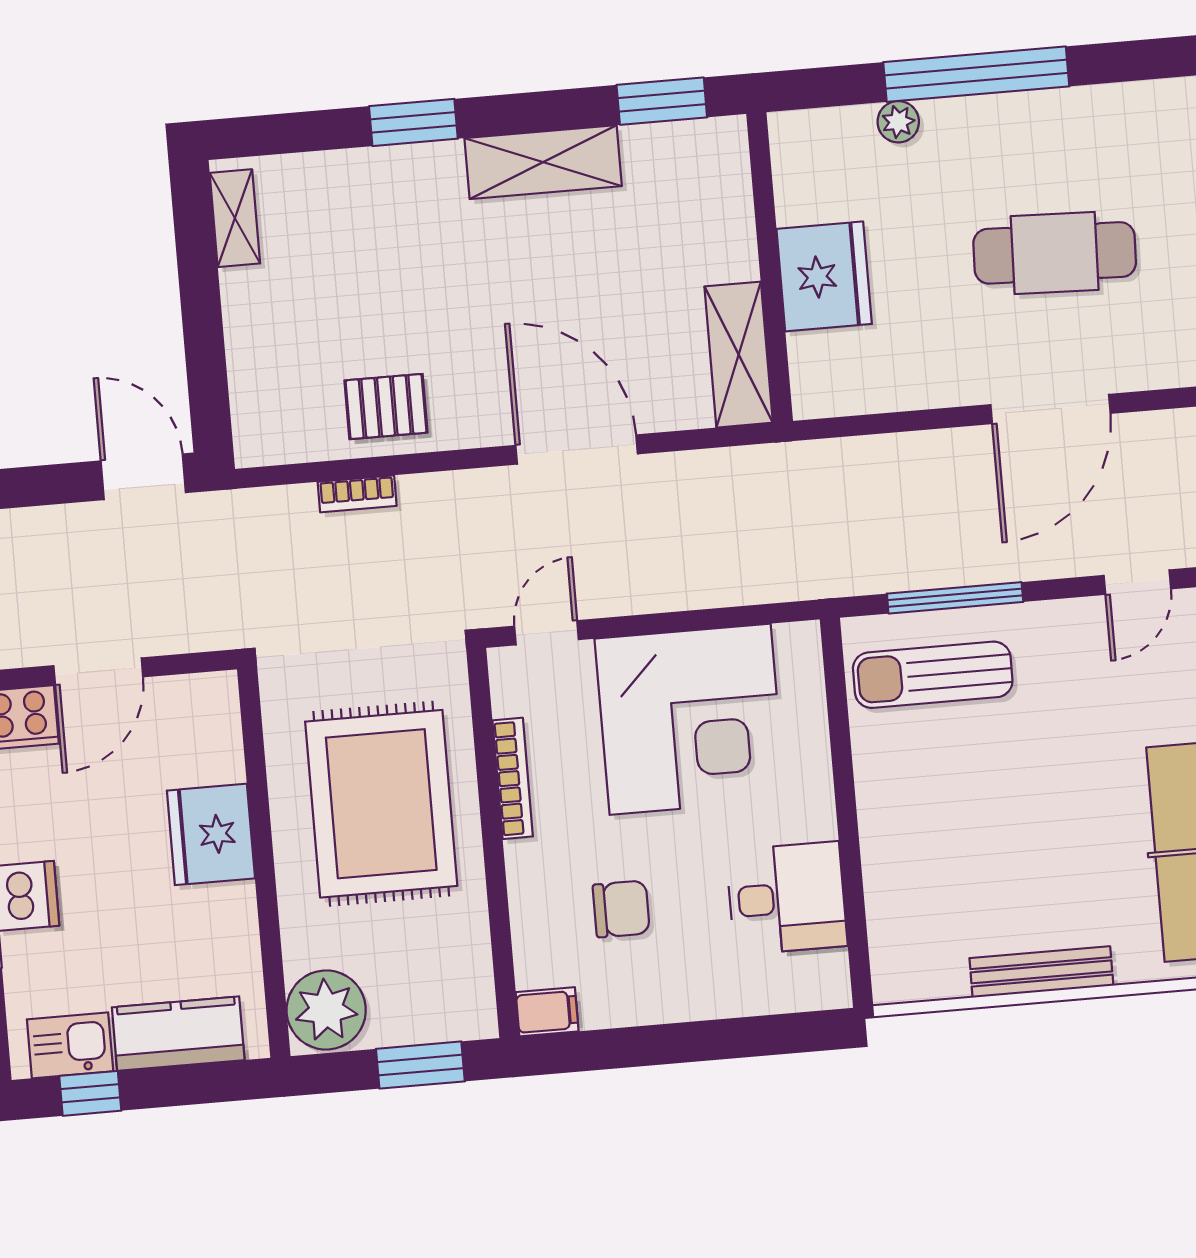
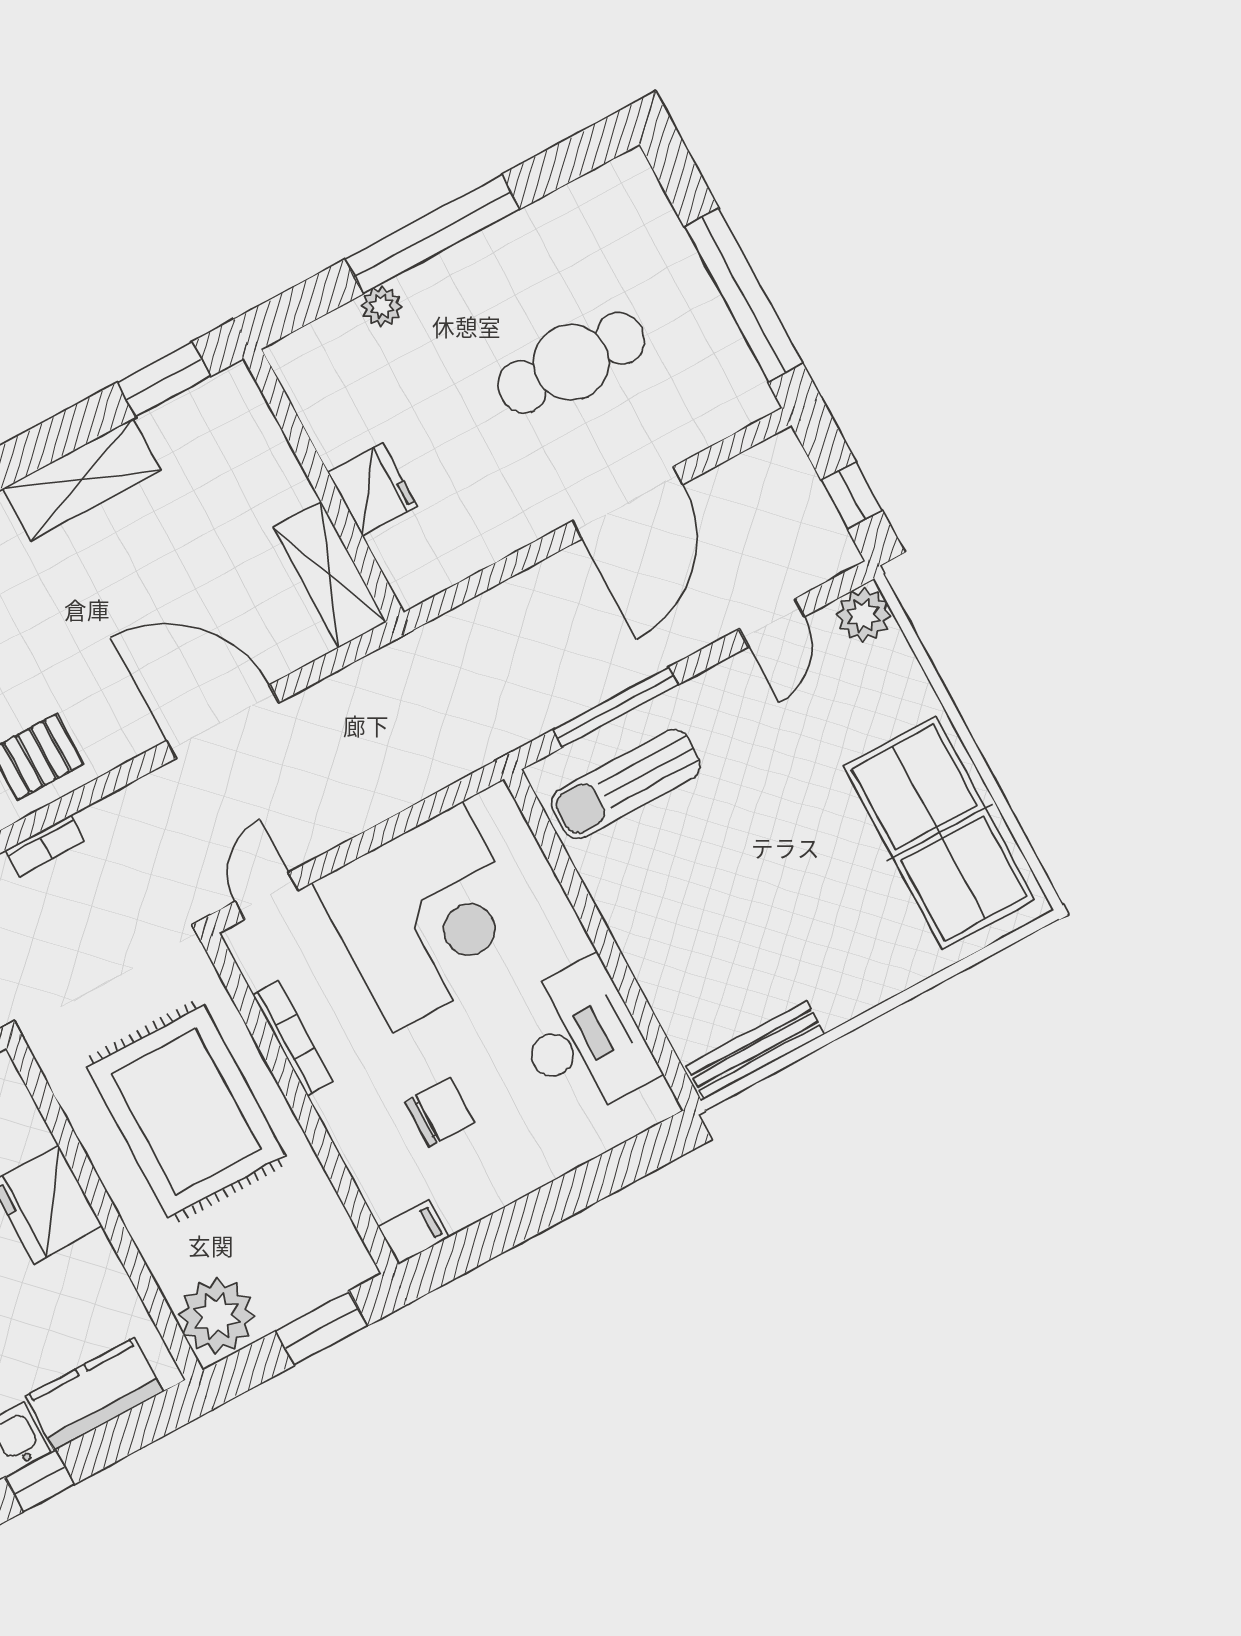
fridge: (824, 276) -> (372, 489), width x0.73, depth x0.75
desk: (787, 898) -> (582, 1039), width x1.37
bench: (1041, 972) -> (755, 1050), moved

